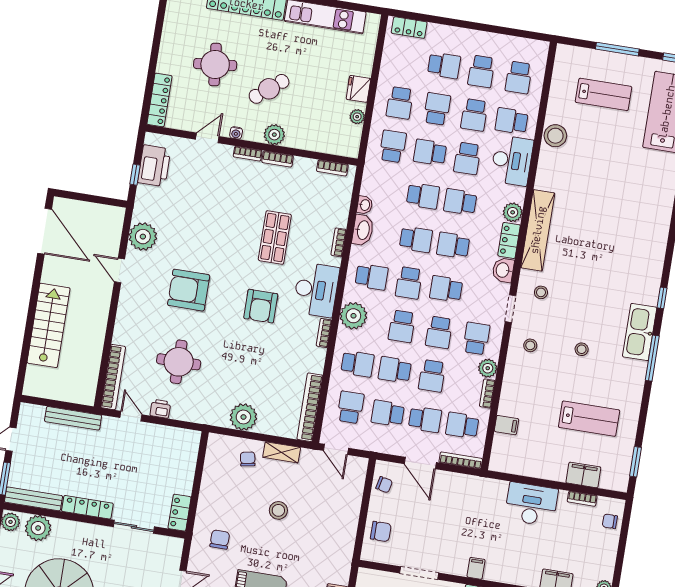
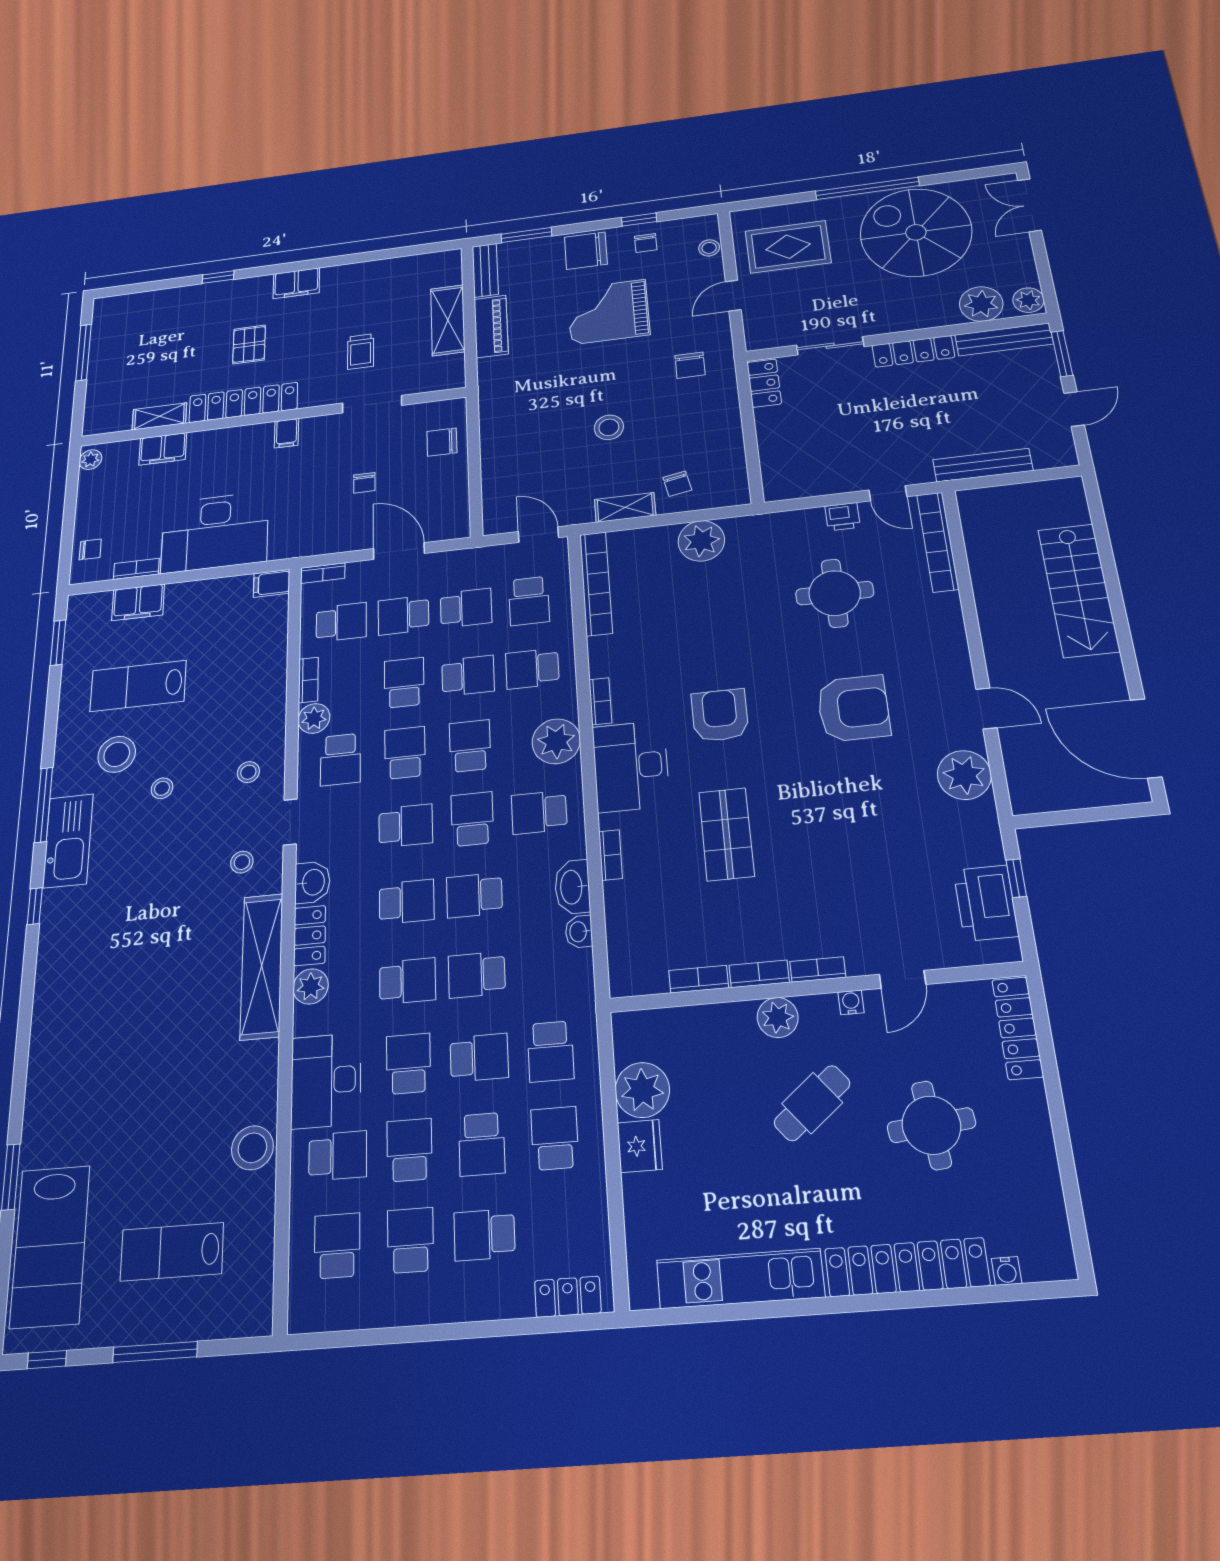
plant: (357, 117) -> (642, 1090), width x1.88, depth x1.88
bookcase: (332, 168) -> (699, 979), moved
stool: (606, 378) -> (117, 754), added
filing cabinet: (506, 425) -> (272, 583), moved
bookcase: (461, 460) -> (323, 573), width x0.64
chair: (384, 485) -> (364, 483), moved, turned -102
desk: (531, 504) -> (215, 532), width x1.36, depth x1.30

